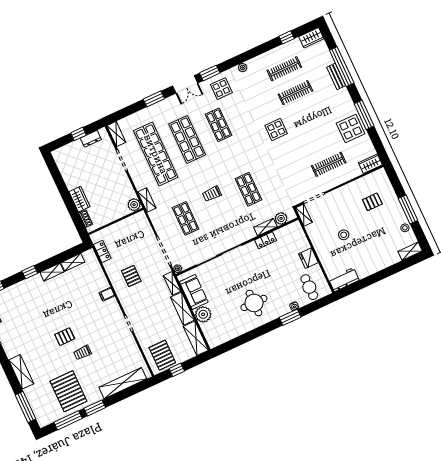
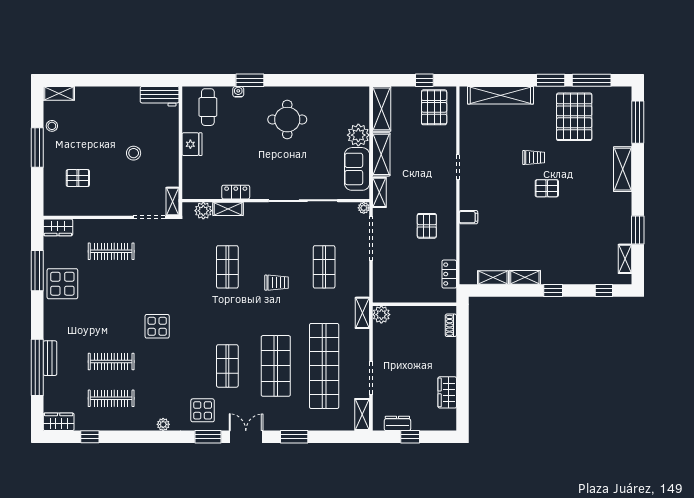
window: (364, 115) -> (37, 271), moved
wardrobe: (79, 199) -> (447, 392), moved

